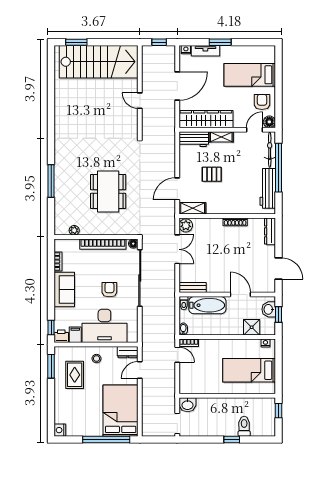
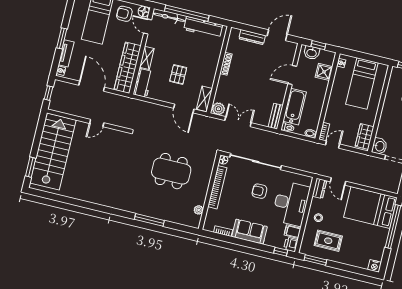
dresser: (270, 231) -> (252, 37), moved
wardrobe: (194, 386) -> (364, 136), added

